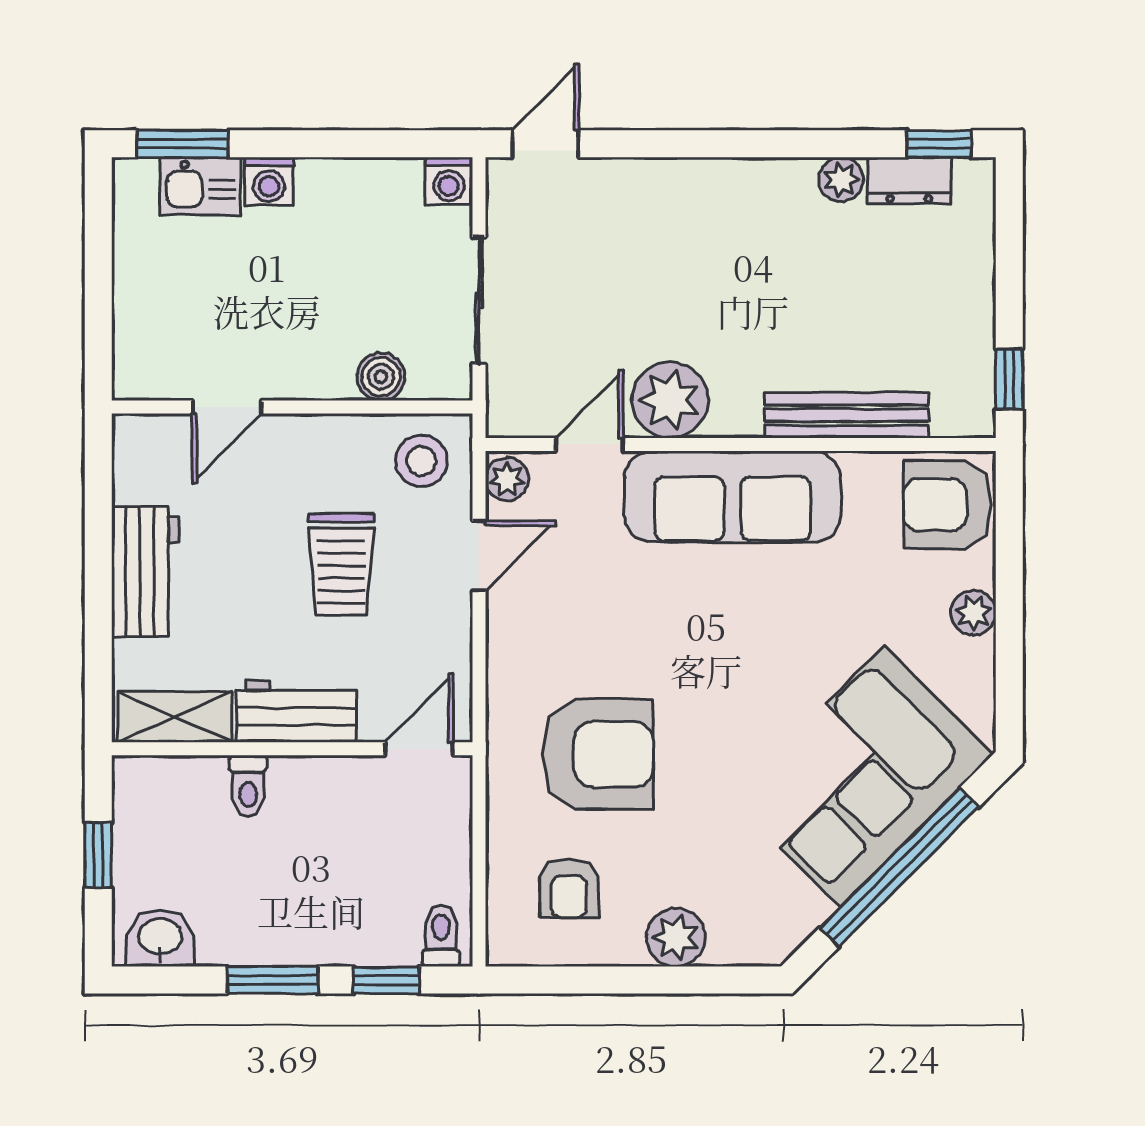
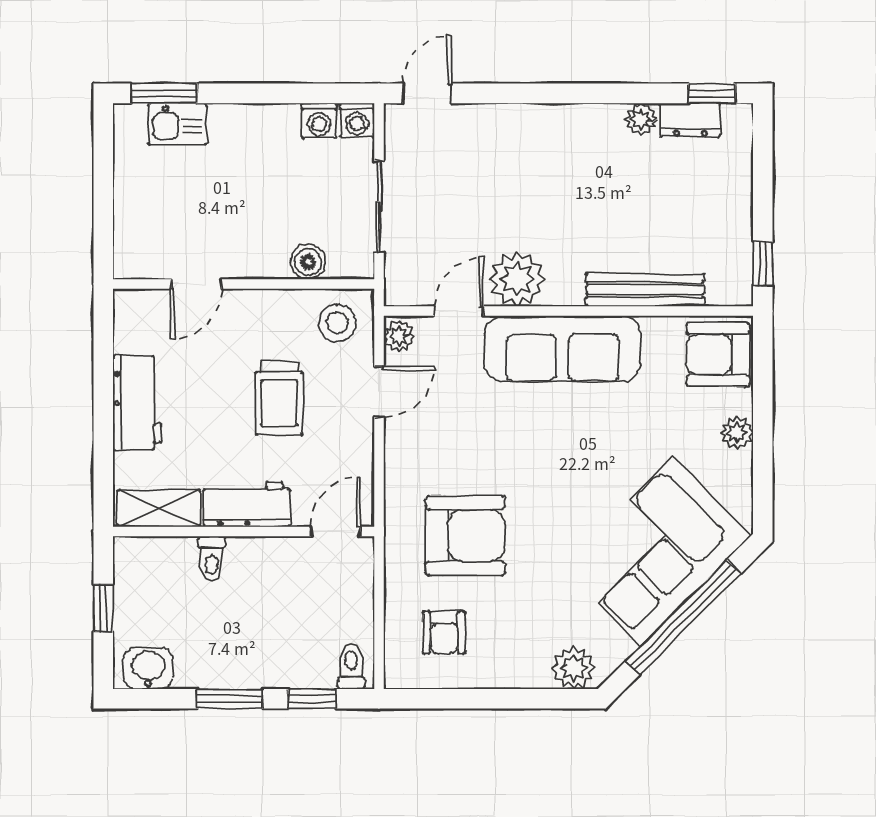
washing machine: (269, 181) -> (319, 121), moved
plant: (676, 937) -> (574, 668), moved

